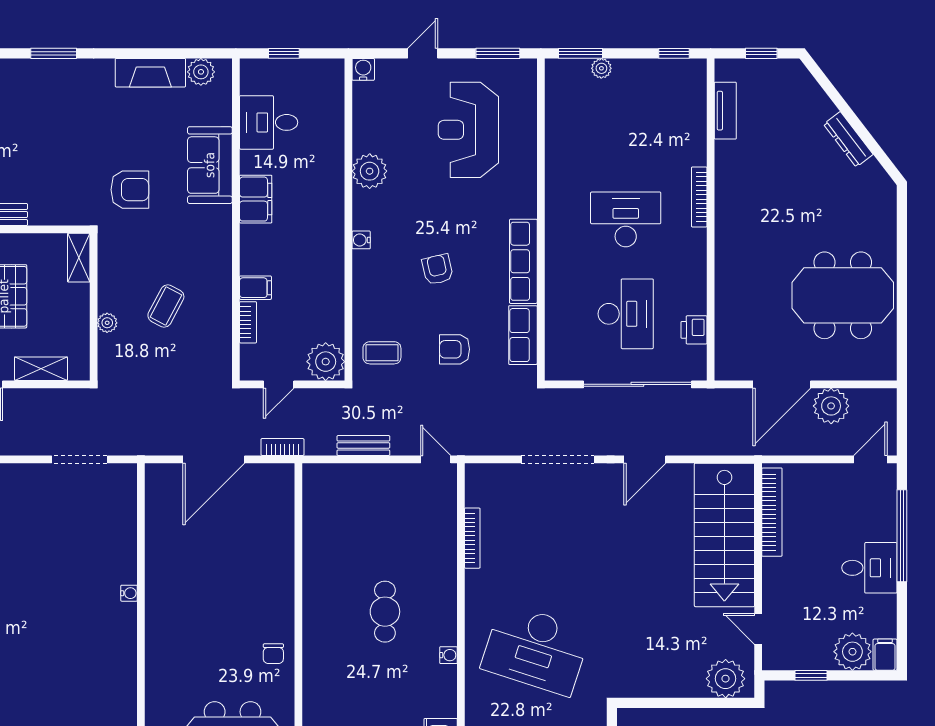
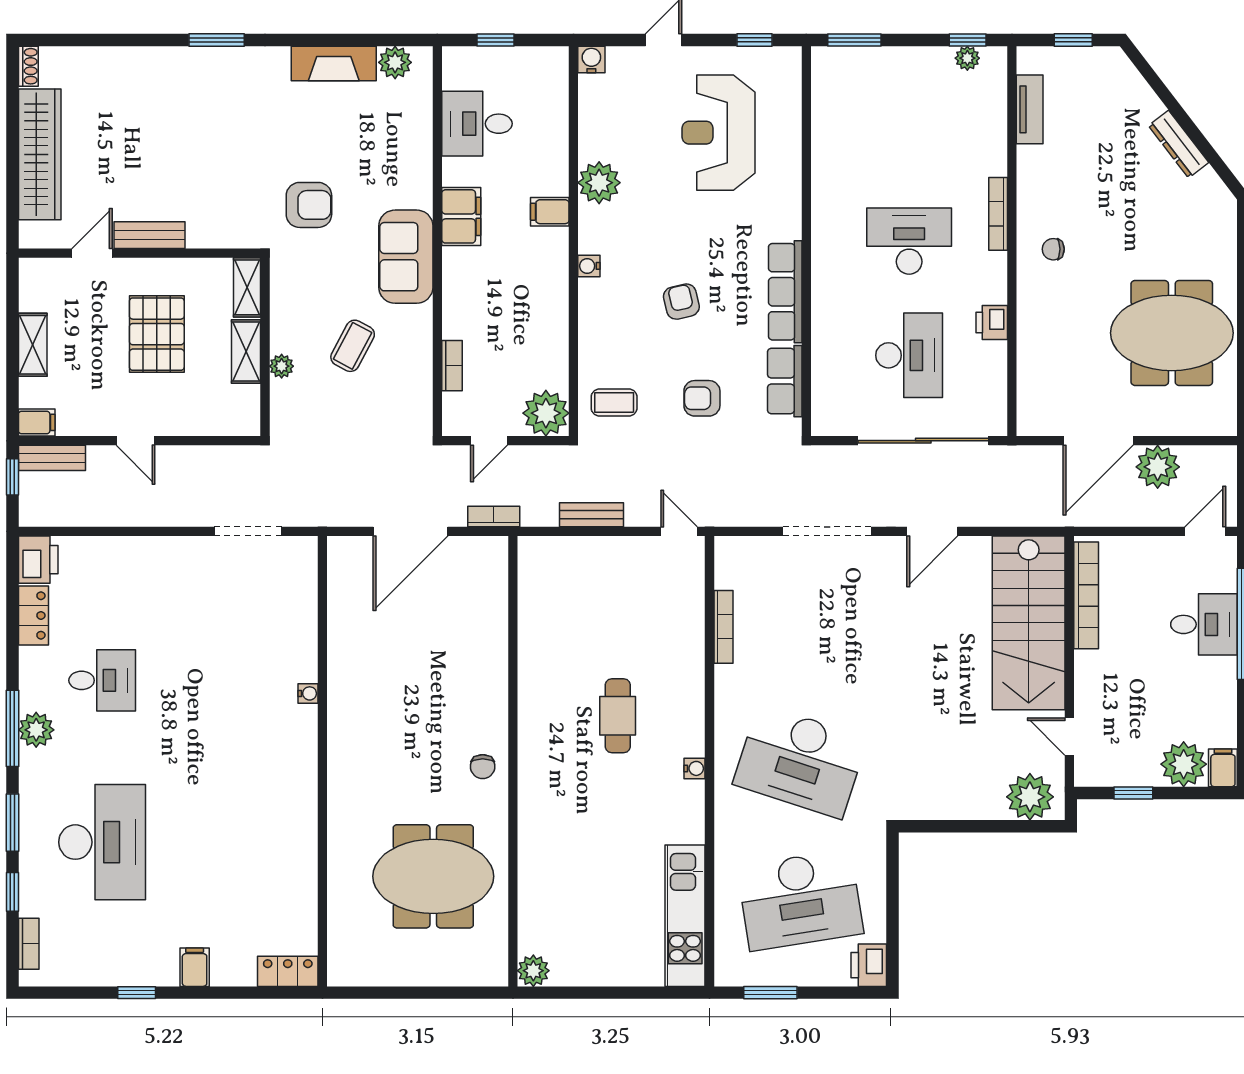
window: (498, 53) -> (754, 40), width x0.67
plant: (601, 68) -> (967, 58), moved
sofa: (210, 165) -> (406, 257), moved
chair: (745, 226) -> (1053, 249), added
filing cabinet: (255, 288) -> (550, 212), moved, turned 180
printer: (694, 330) -> (992, 323), moved
shelving: (41, 369) -> (246, 351), moved, turned 90
desk: (869, 568) -> (1204, 624), moved

